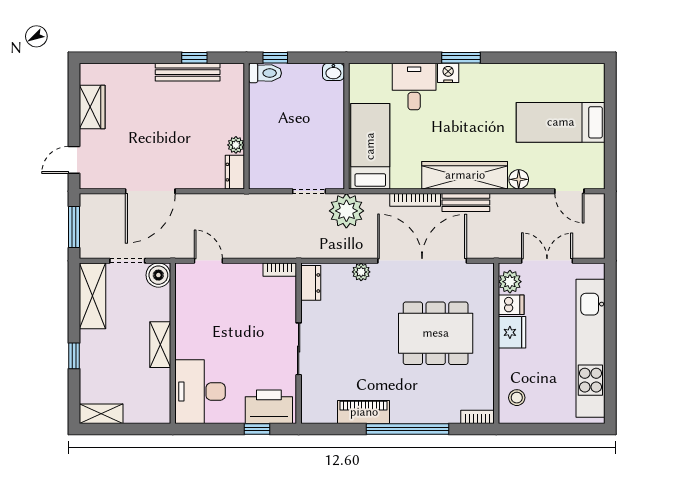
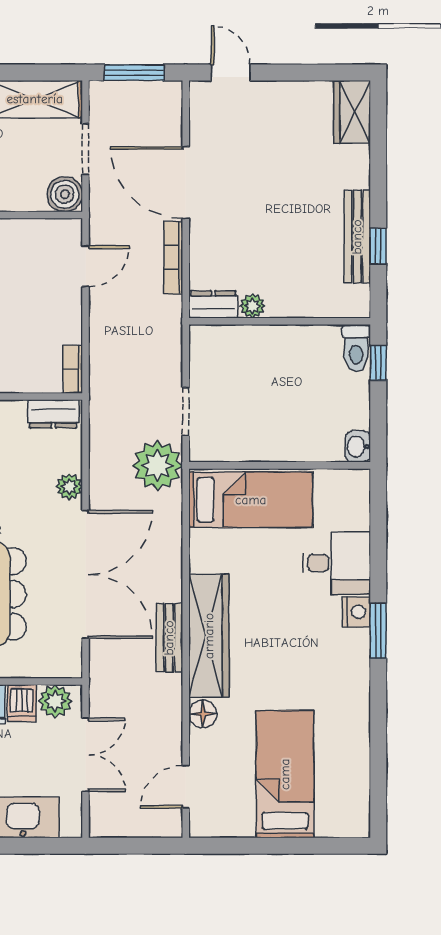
wardrobe: (92, 107) -> (352, 112), moved, turned 90
bookcase: (415, 200) -> (173, 258), moved

